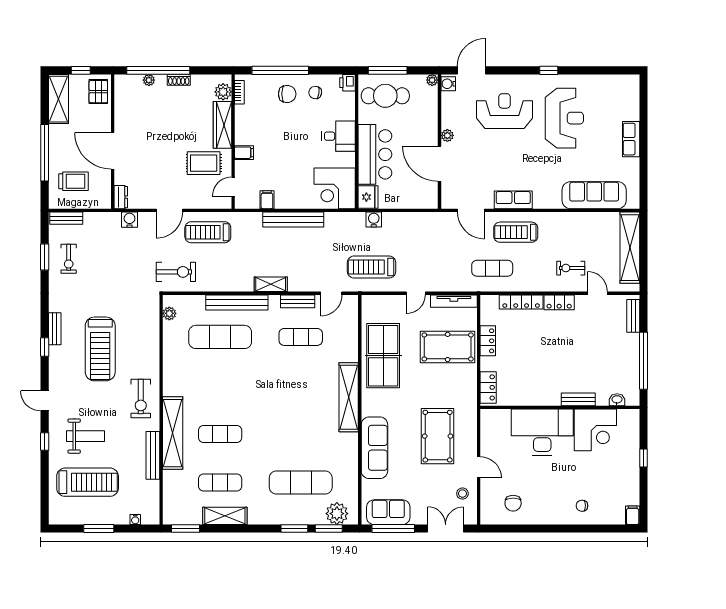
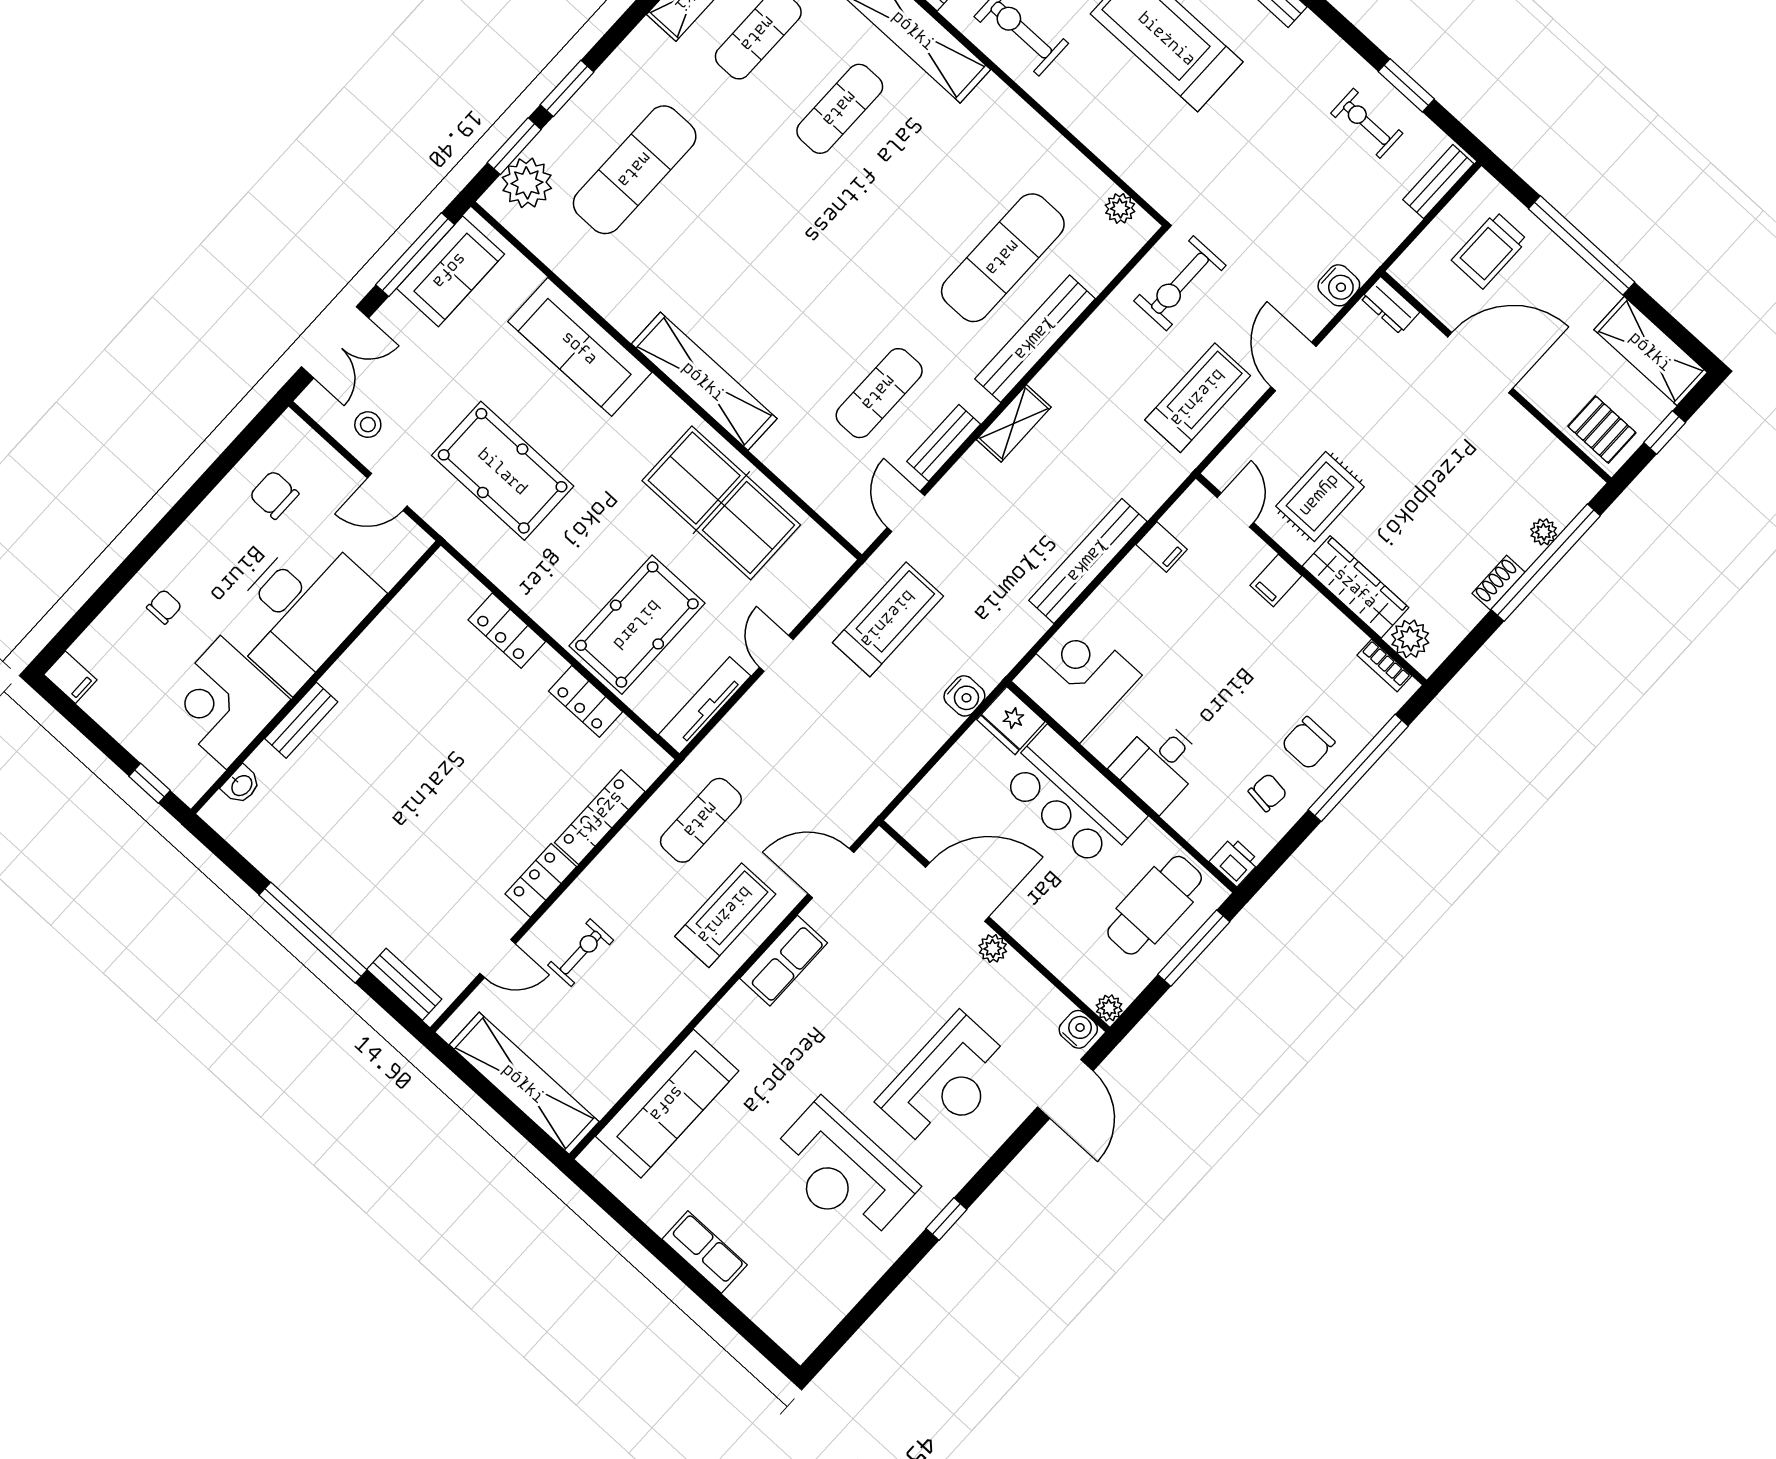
bench: (578, 399) -> (301, 720), moved
washbasin: (617, 400) -> (241, 785), moved
wall: (560, 407) -> (316, 677), moved
corner desk: (595, 430) -> (224, 702), moved
desk: (542, 432) -> (301, 610), moved

